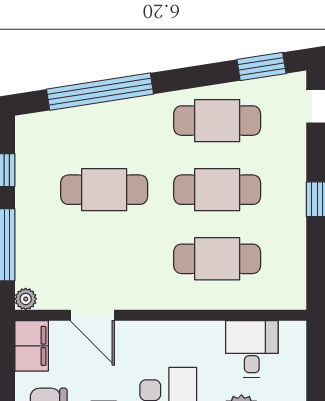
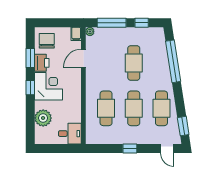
filing cabinet: (32, 346) -> (76, 34), width x0.50
desk: (252, 349) -> (70, 134), moved

